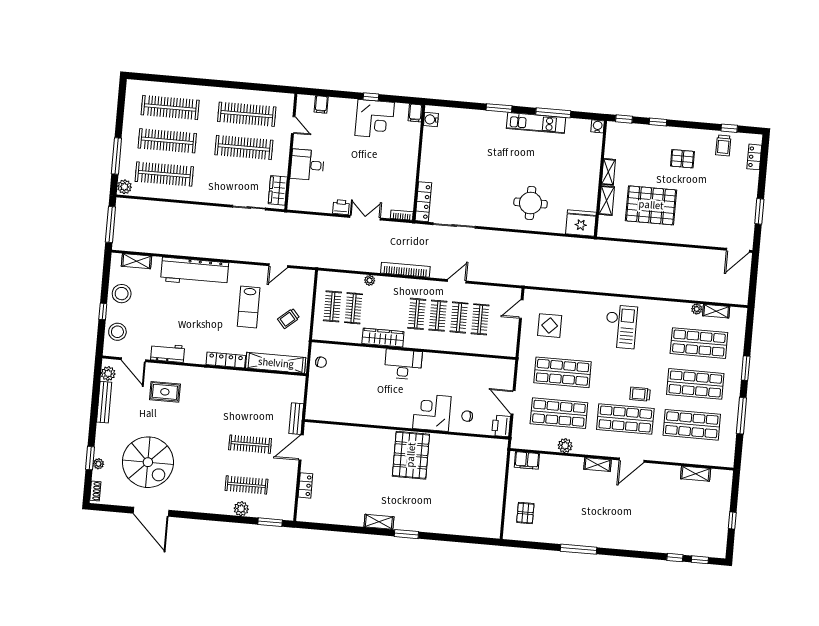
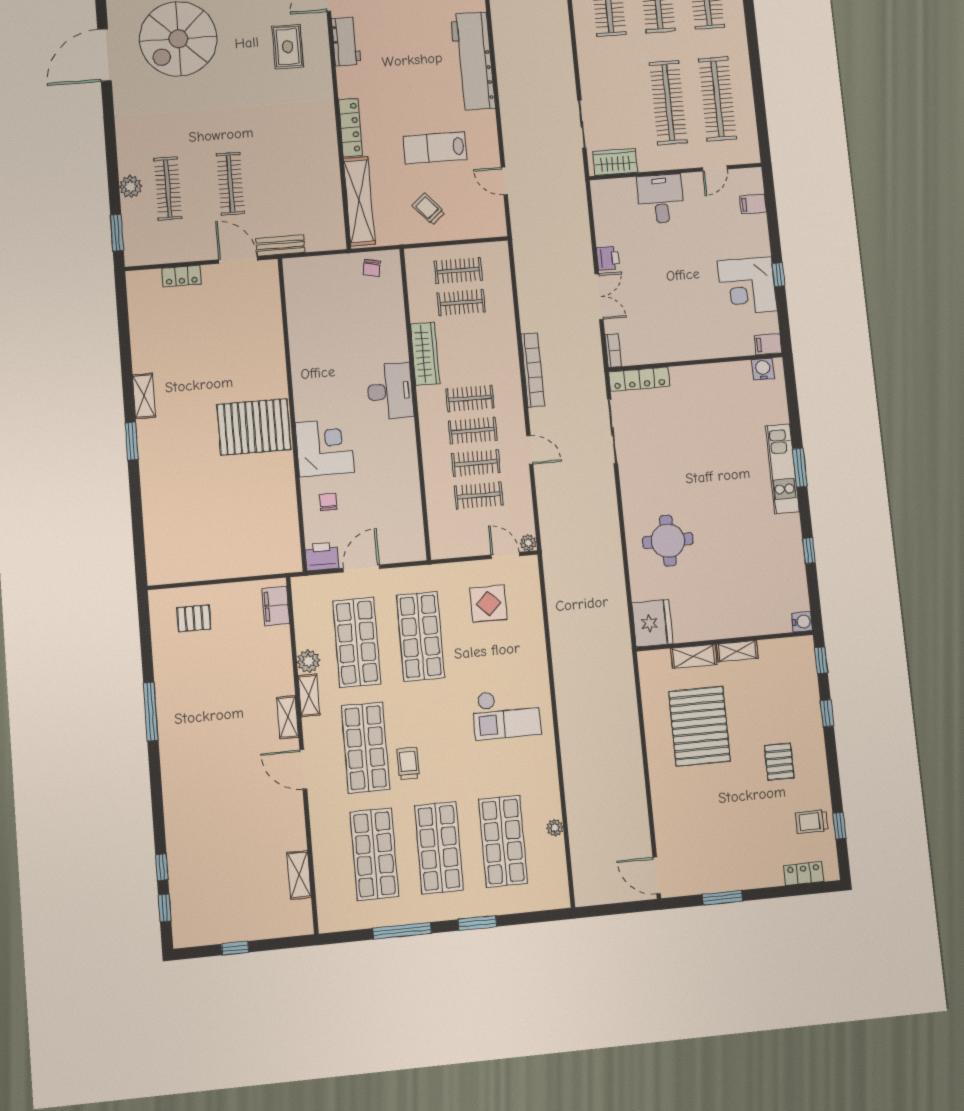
window: (553, 113) -> (809, 551), width x0.46
kitchen unit: (536, 123) -> (782, 469), moved
plant: (370, 280) -> (528, 543), moved
shelving: (716, 311) -> (309, 695), moved

